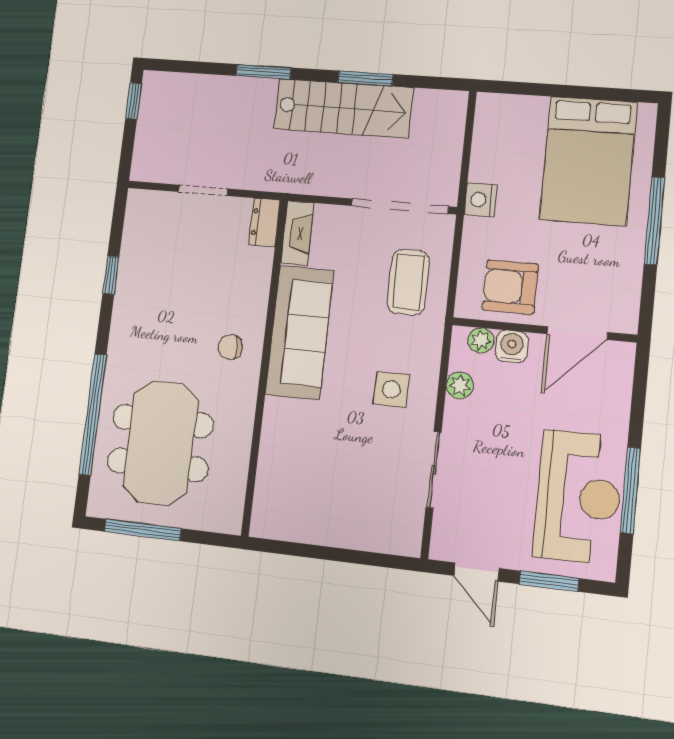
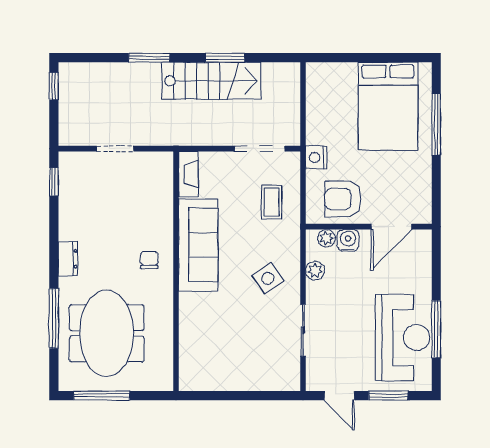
nightstand: (481, 200) -> (316, 158), moved
doorway: (400, 206) -> (260, 149), width x0.73
window: (654, 221) -> (436, 124), moved
dresser: (265, 223) -> (68, 259), moved, turned 180
window: (111, 275) -> (54, 182), moved
coffee table: (408, 282) -> (272, 202), width x0.73, depth x0.77
chair: (230, 347) -> (149, 260), turned 90
side table: (391, 389) -> (268, 278), turned -35
window: (93, 414) -> (54, 318), width x0.68

